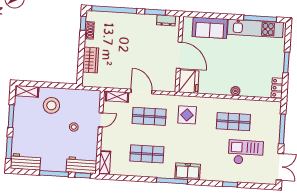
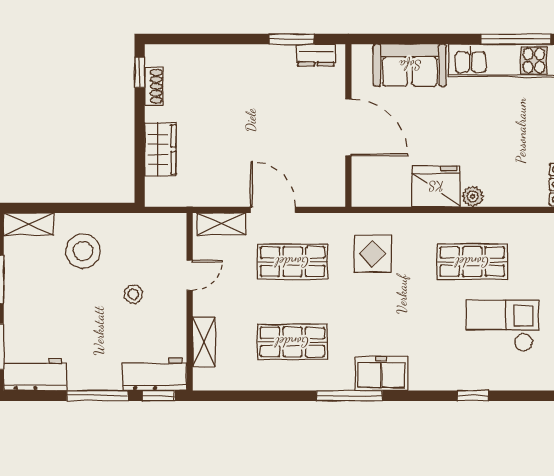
window: (114, 10) -> (204, 39), removed
fridge: (189, 82) -> (436, 186), moved, turned -90
shelving: (105, 163) -> (204, 342), moved

